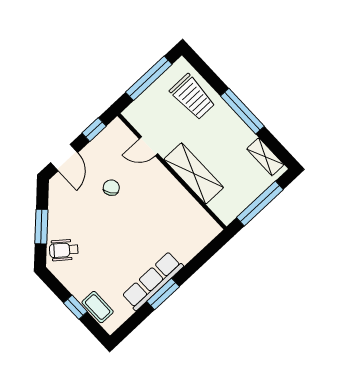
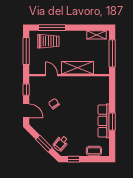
window: (242, 111) -> (52, 28), moved
door: (149, 146) -> (51, 75), swing flipped
window: (75, 307) -> (73, 159), moved

